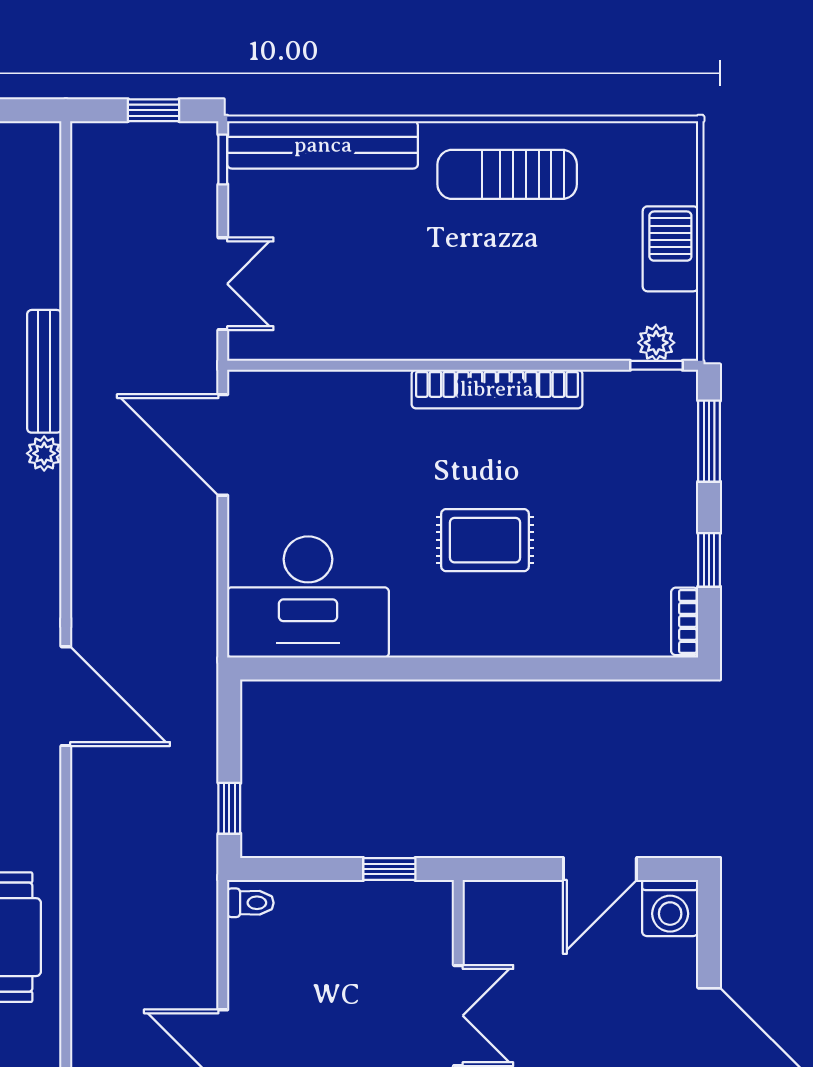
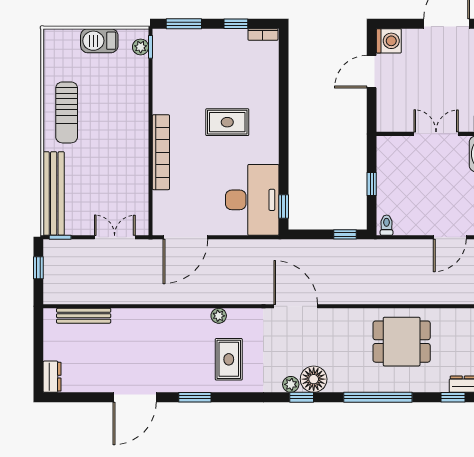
bench: (44, 371) -> (84, 316), moved
bookcase: (497, 389) -> (161, 152), moved
plant: (44, 453) -> (219, 316), moved
rug: (485, 540) -> (227, 122), turned 90
window: (293, 668) -> (284, 206), added
door: (66, 696) -> (296, 306), hinge flipped
window: (389, 869) -> (372, 184), moved
door: (600, 869) -> (372, 72), swing flipped

